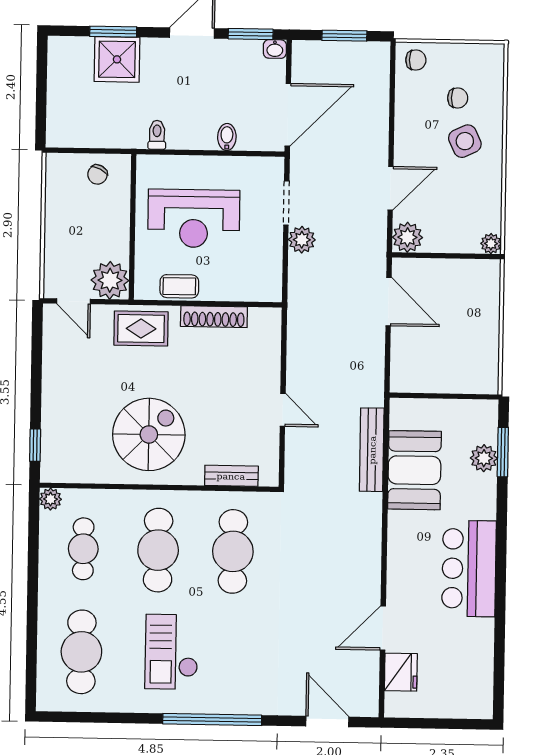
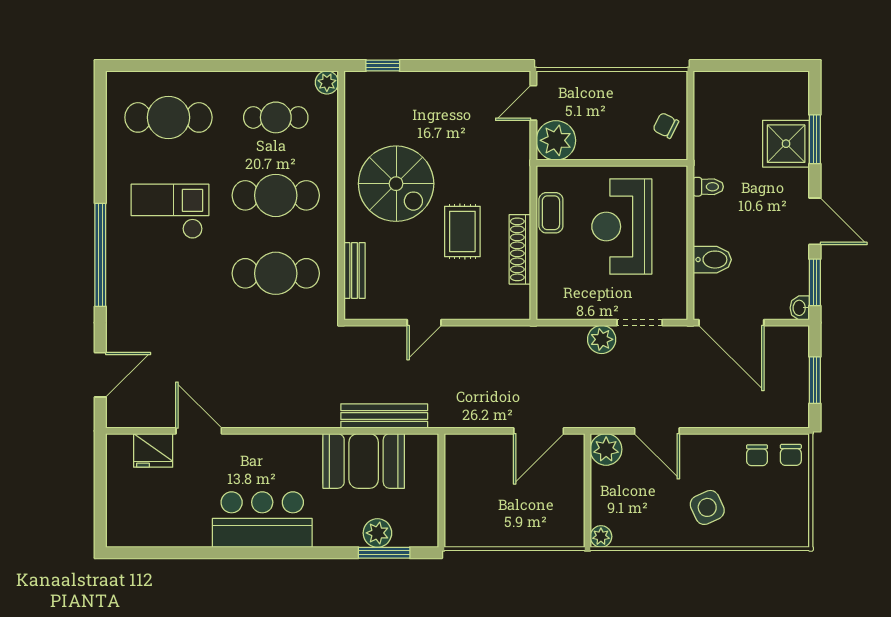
chair: (458, 98) -> (757, 455), moved
bidet: (227, 137) -> (712, 260), width x1.38, depth x1.36
rug: (141, 329) -> (462, 231), moved

